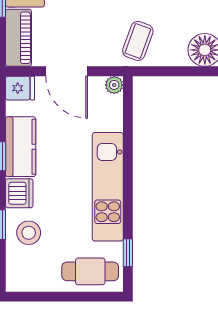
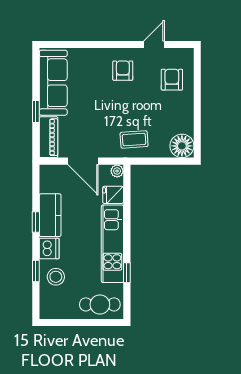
coffee table: (138, 41) -> (134, 139), turned 66
fridge: (20, 88) -> (113, 195), moved, turned 180
window: (128, 253) -> (127, 273), moved

